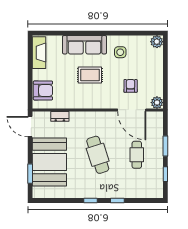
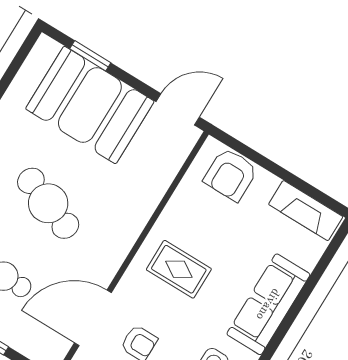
rug: (90, 75) -> (179, 269), moved, turned 90
dresser: (60, 116) -> (163, 177), removed
cafe table: (98, 155) -> (48, 203), turned 39

